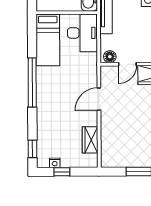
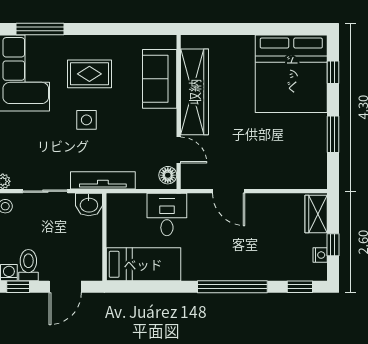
desk: (82, 33) -> (167, 214), moved, width x0.73
window: (32, 82) -> (232, 287), moved
wardrobe: (90, 140) -> (316, 214), moved, turned 90

